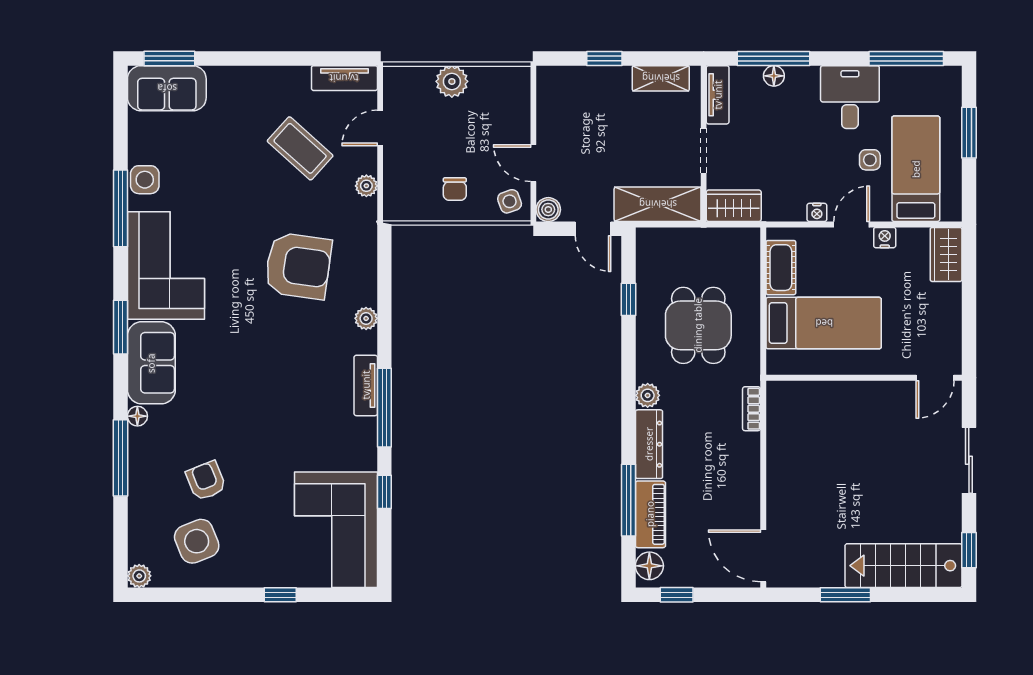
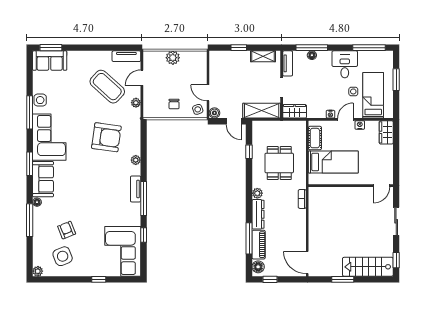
coffee table: (300, 148) -> (107, 87), width x1.36, depth x1.32

